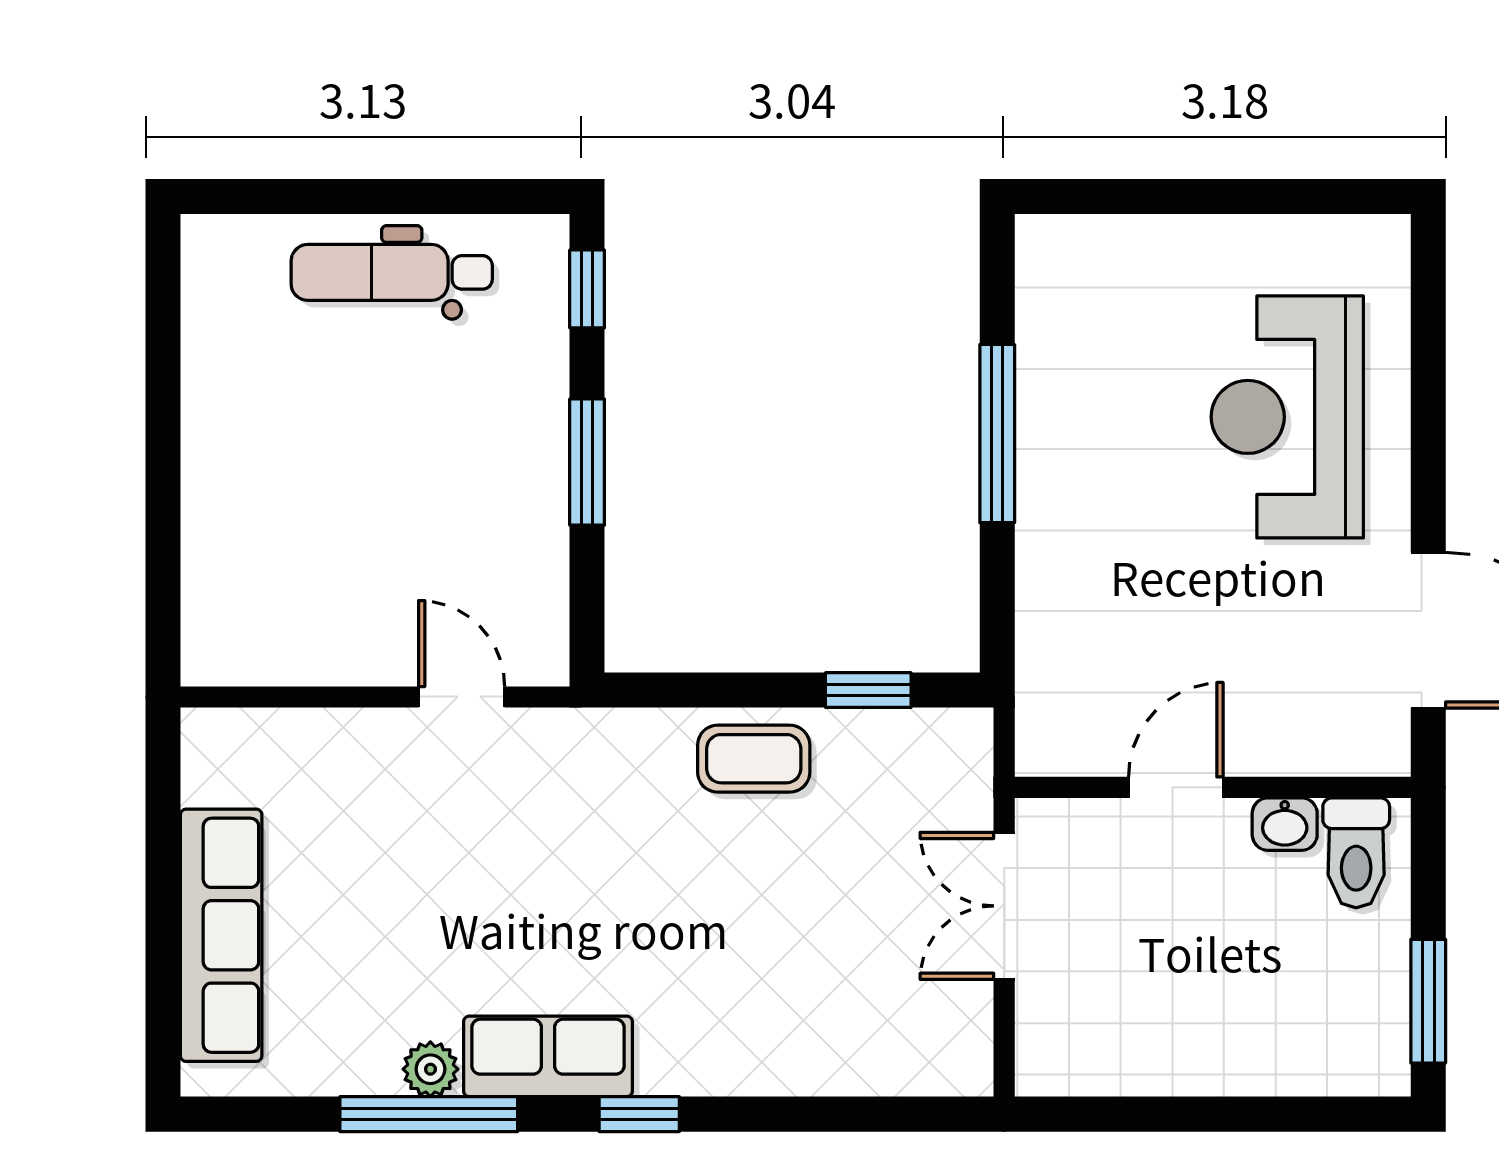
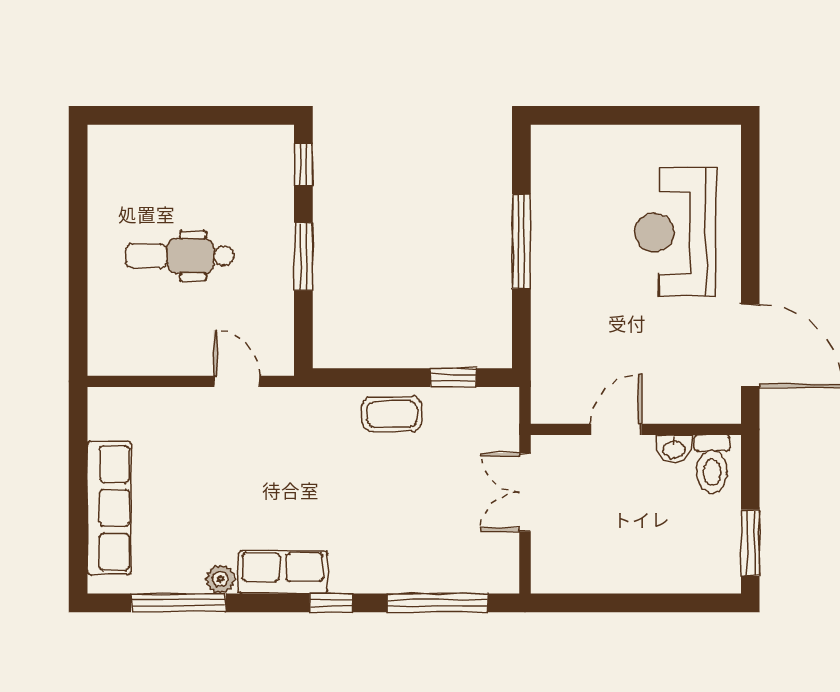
dental chair: (392, 272) -> (180, 256), moved
window: (429, 1114) -> (178, 603), moved
window: (840, 1114) -> (438, 603), added

